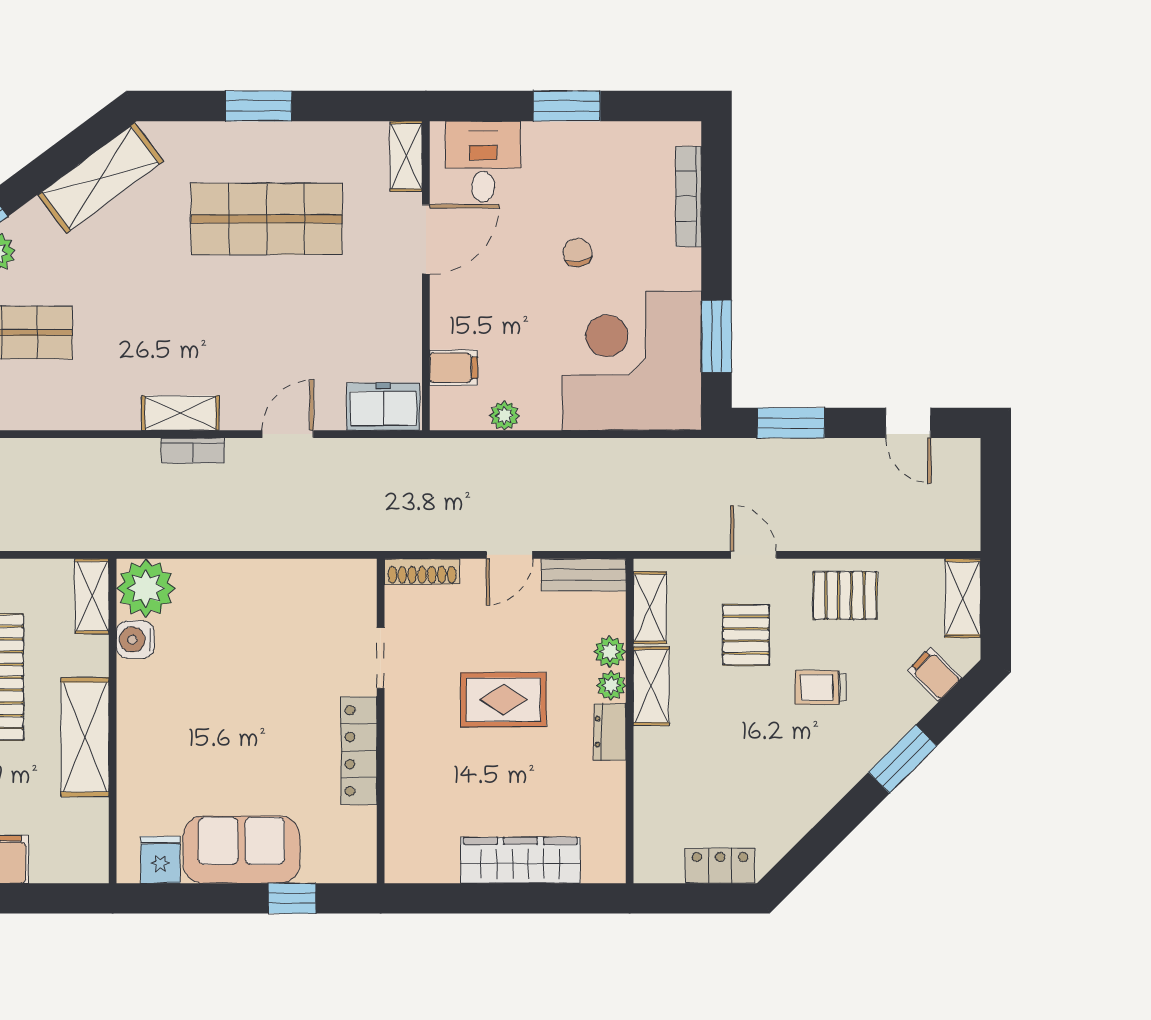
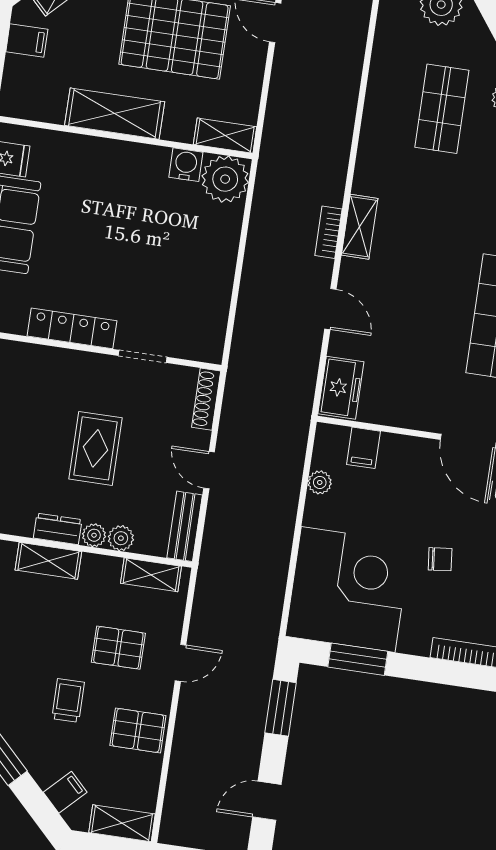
pallet: (845, 595) -> (138, 730), turned 90
shelving: (651, 686) -> (48, 561), moved

